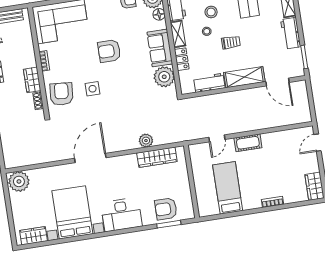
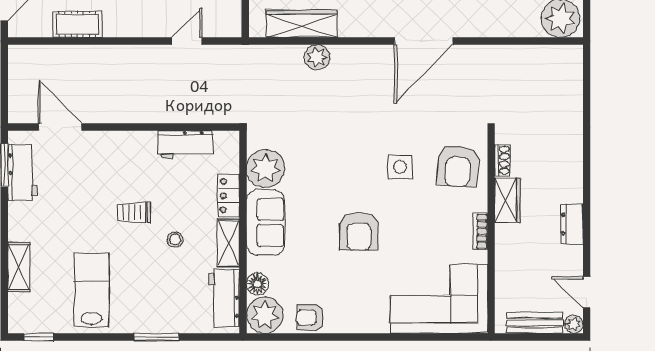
stool: (211, 12) -> (162, 274), removed
workbench: (291, 33) -> (22, 173), moved
armchair: (109, 51) -> (359, 231), turned 90
shelving: (244, 77) -> (119, 145), removed
cot: (248, 143) -> (77, 24), moved

